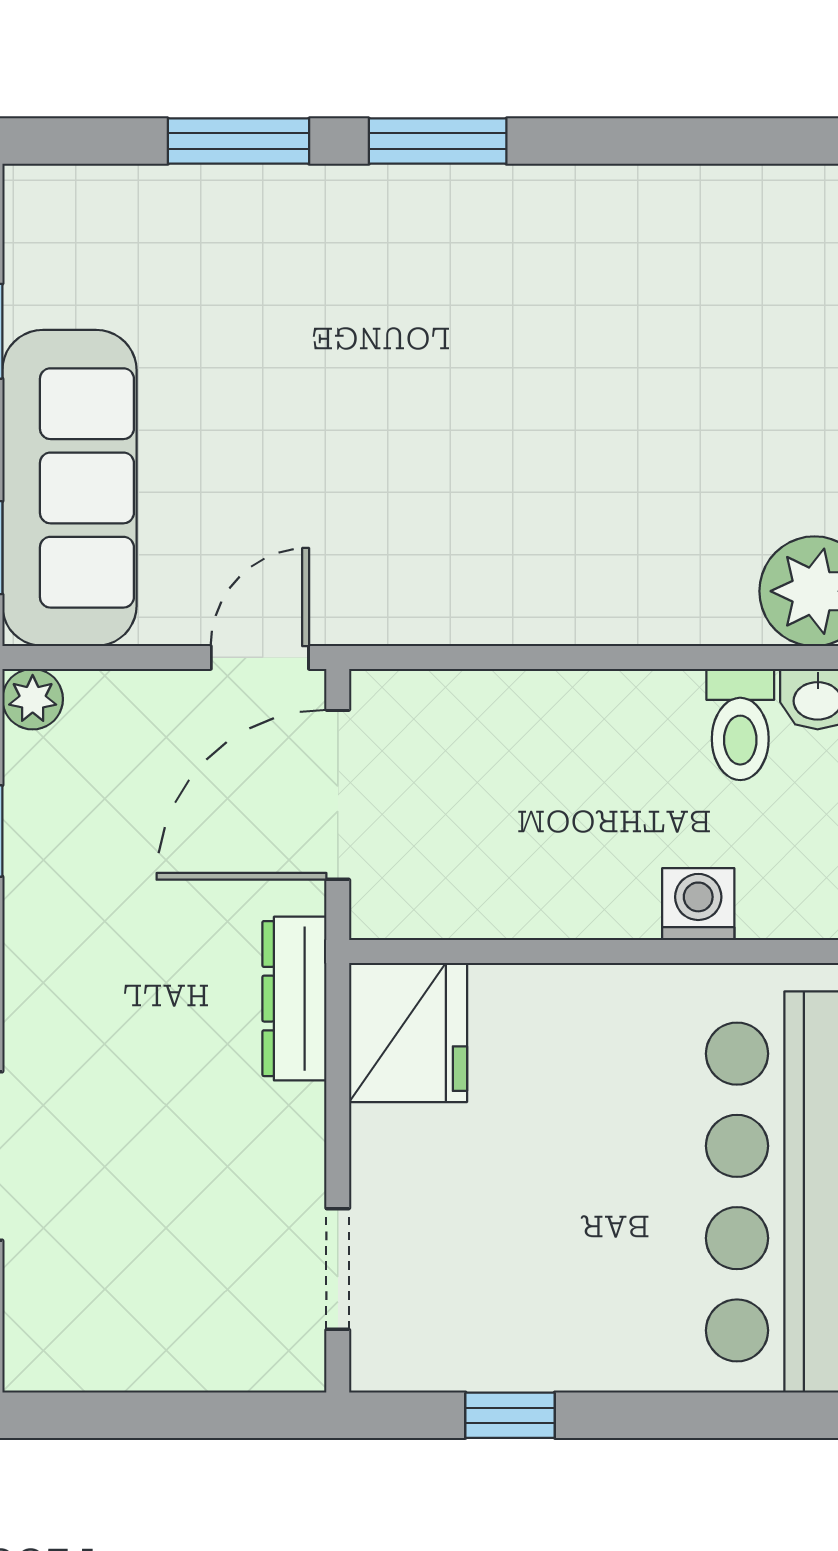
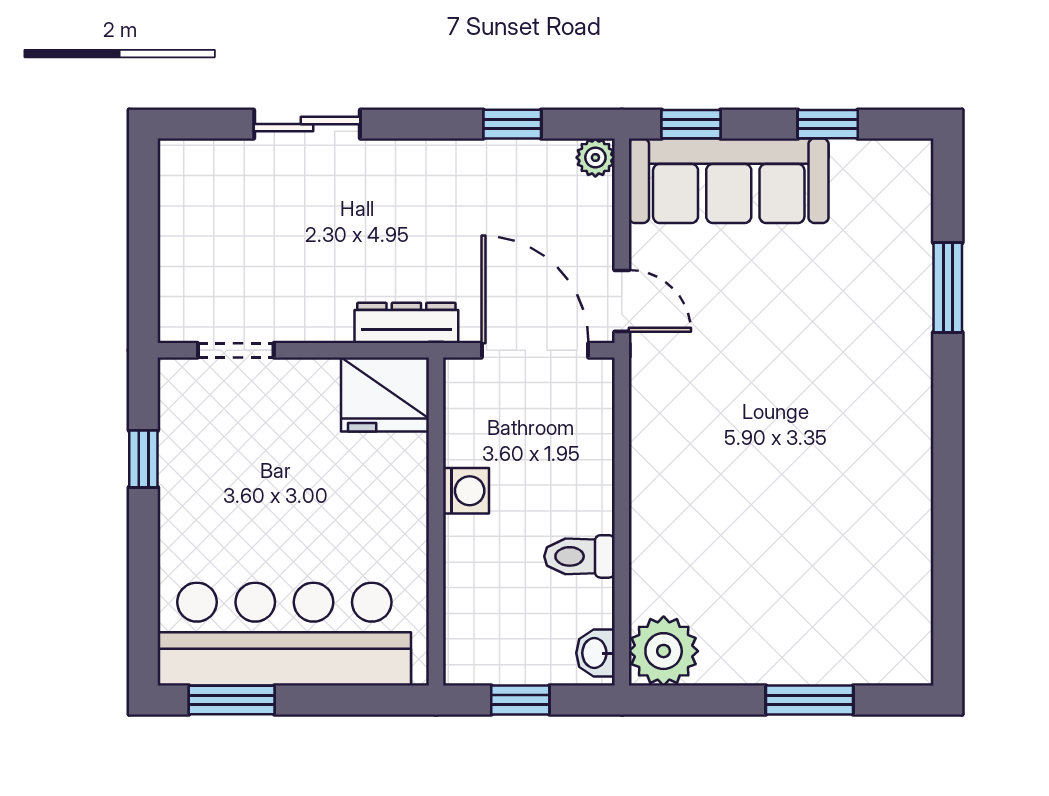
window: (438, 141) -> (948, 413), removed
toilet: (740, 724) -> (579, 556), moved
washing machine: (698, 904) -> (466, 491), moved

